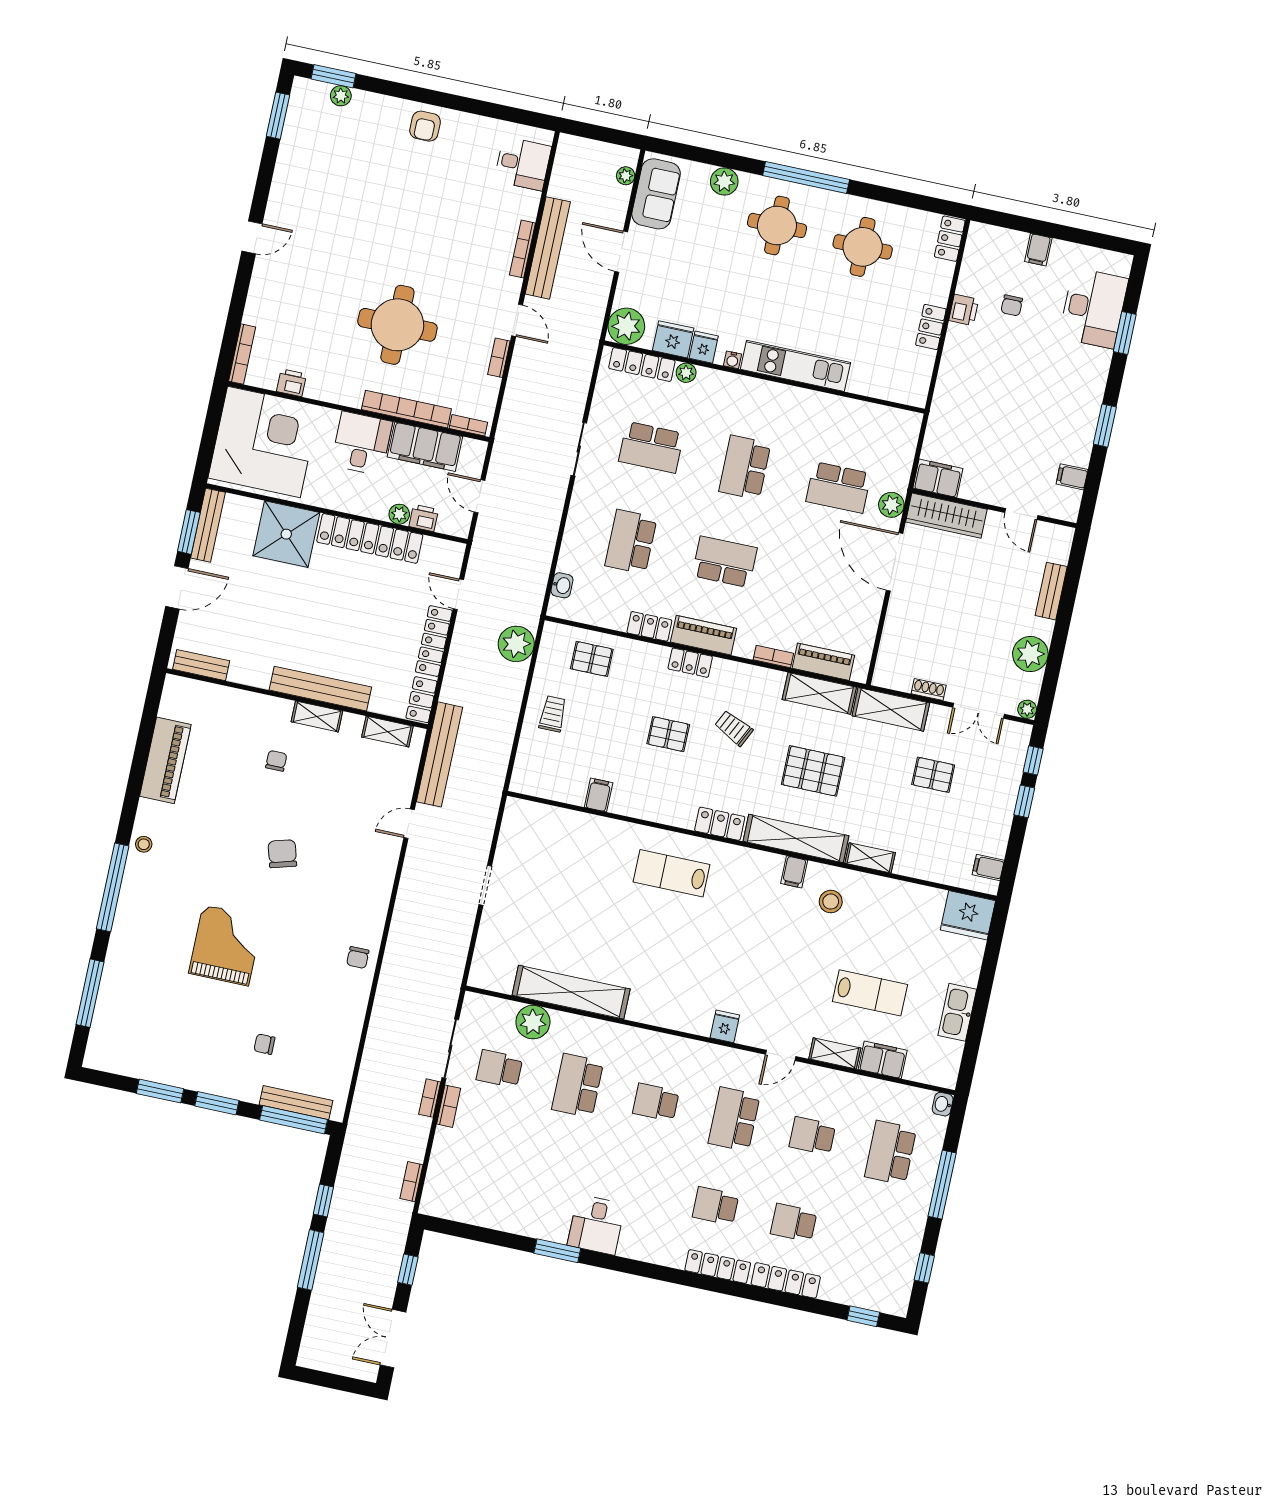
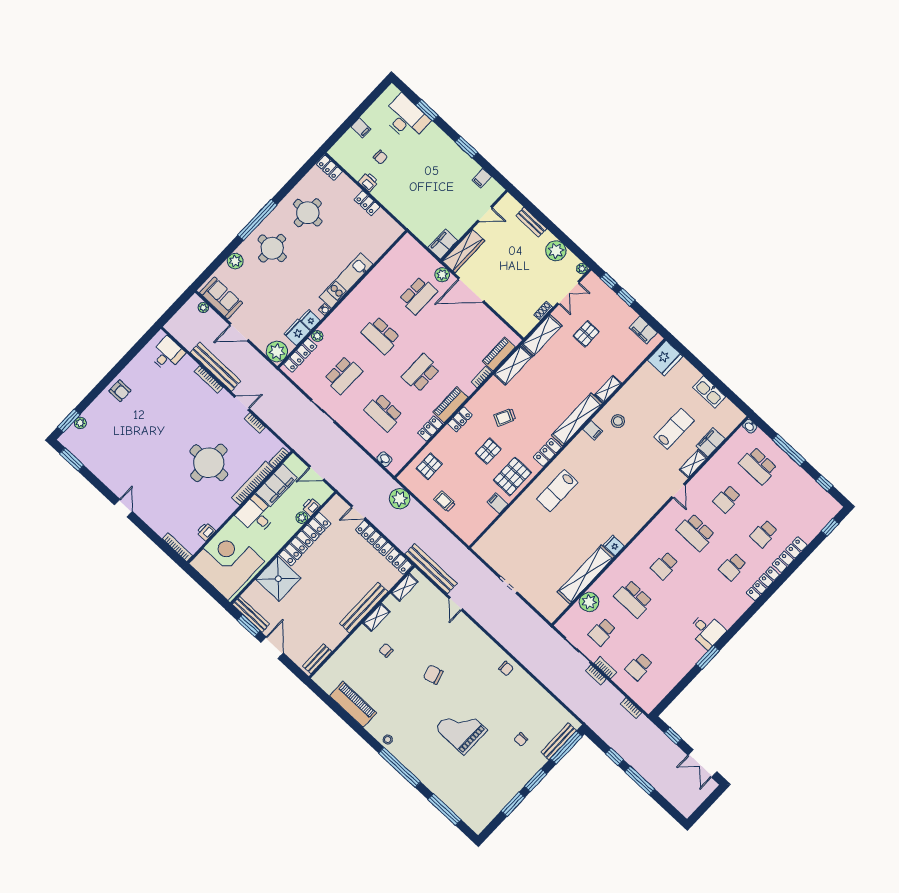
pallet: (813, 771) -> (512, 476), moved
filing cabinet: (988, 867) -> (643, 330), width x2.00
fridge: (725, 1026) -> (614, 546), moved
school desk: (481, 1156) -> (639, 667), added

